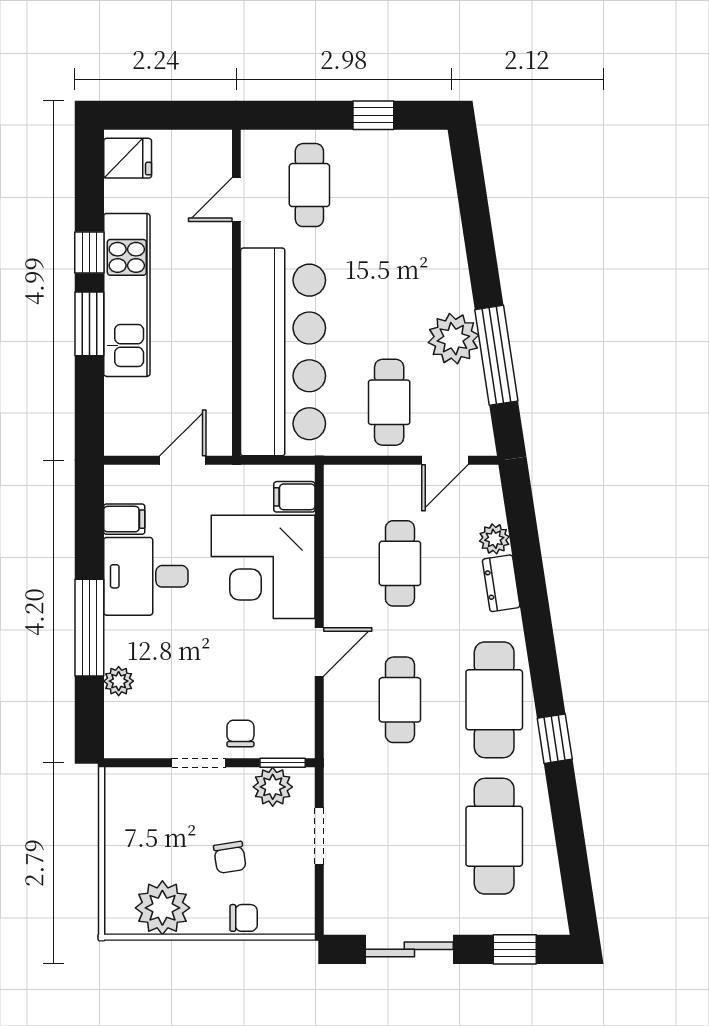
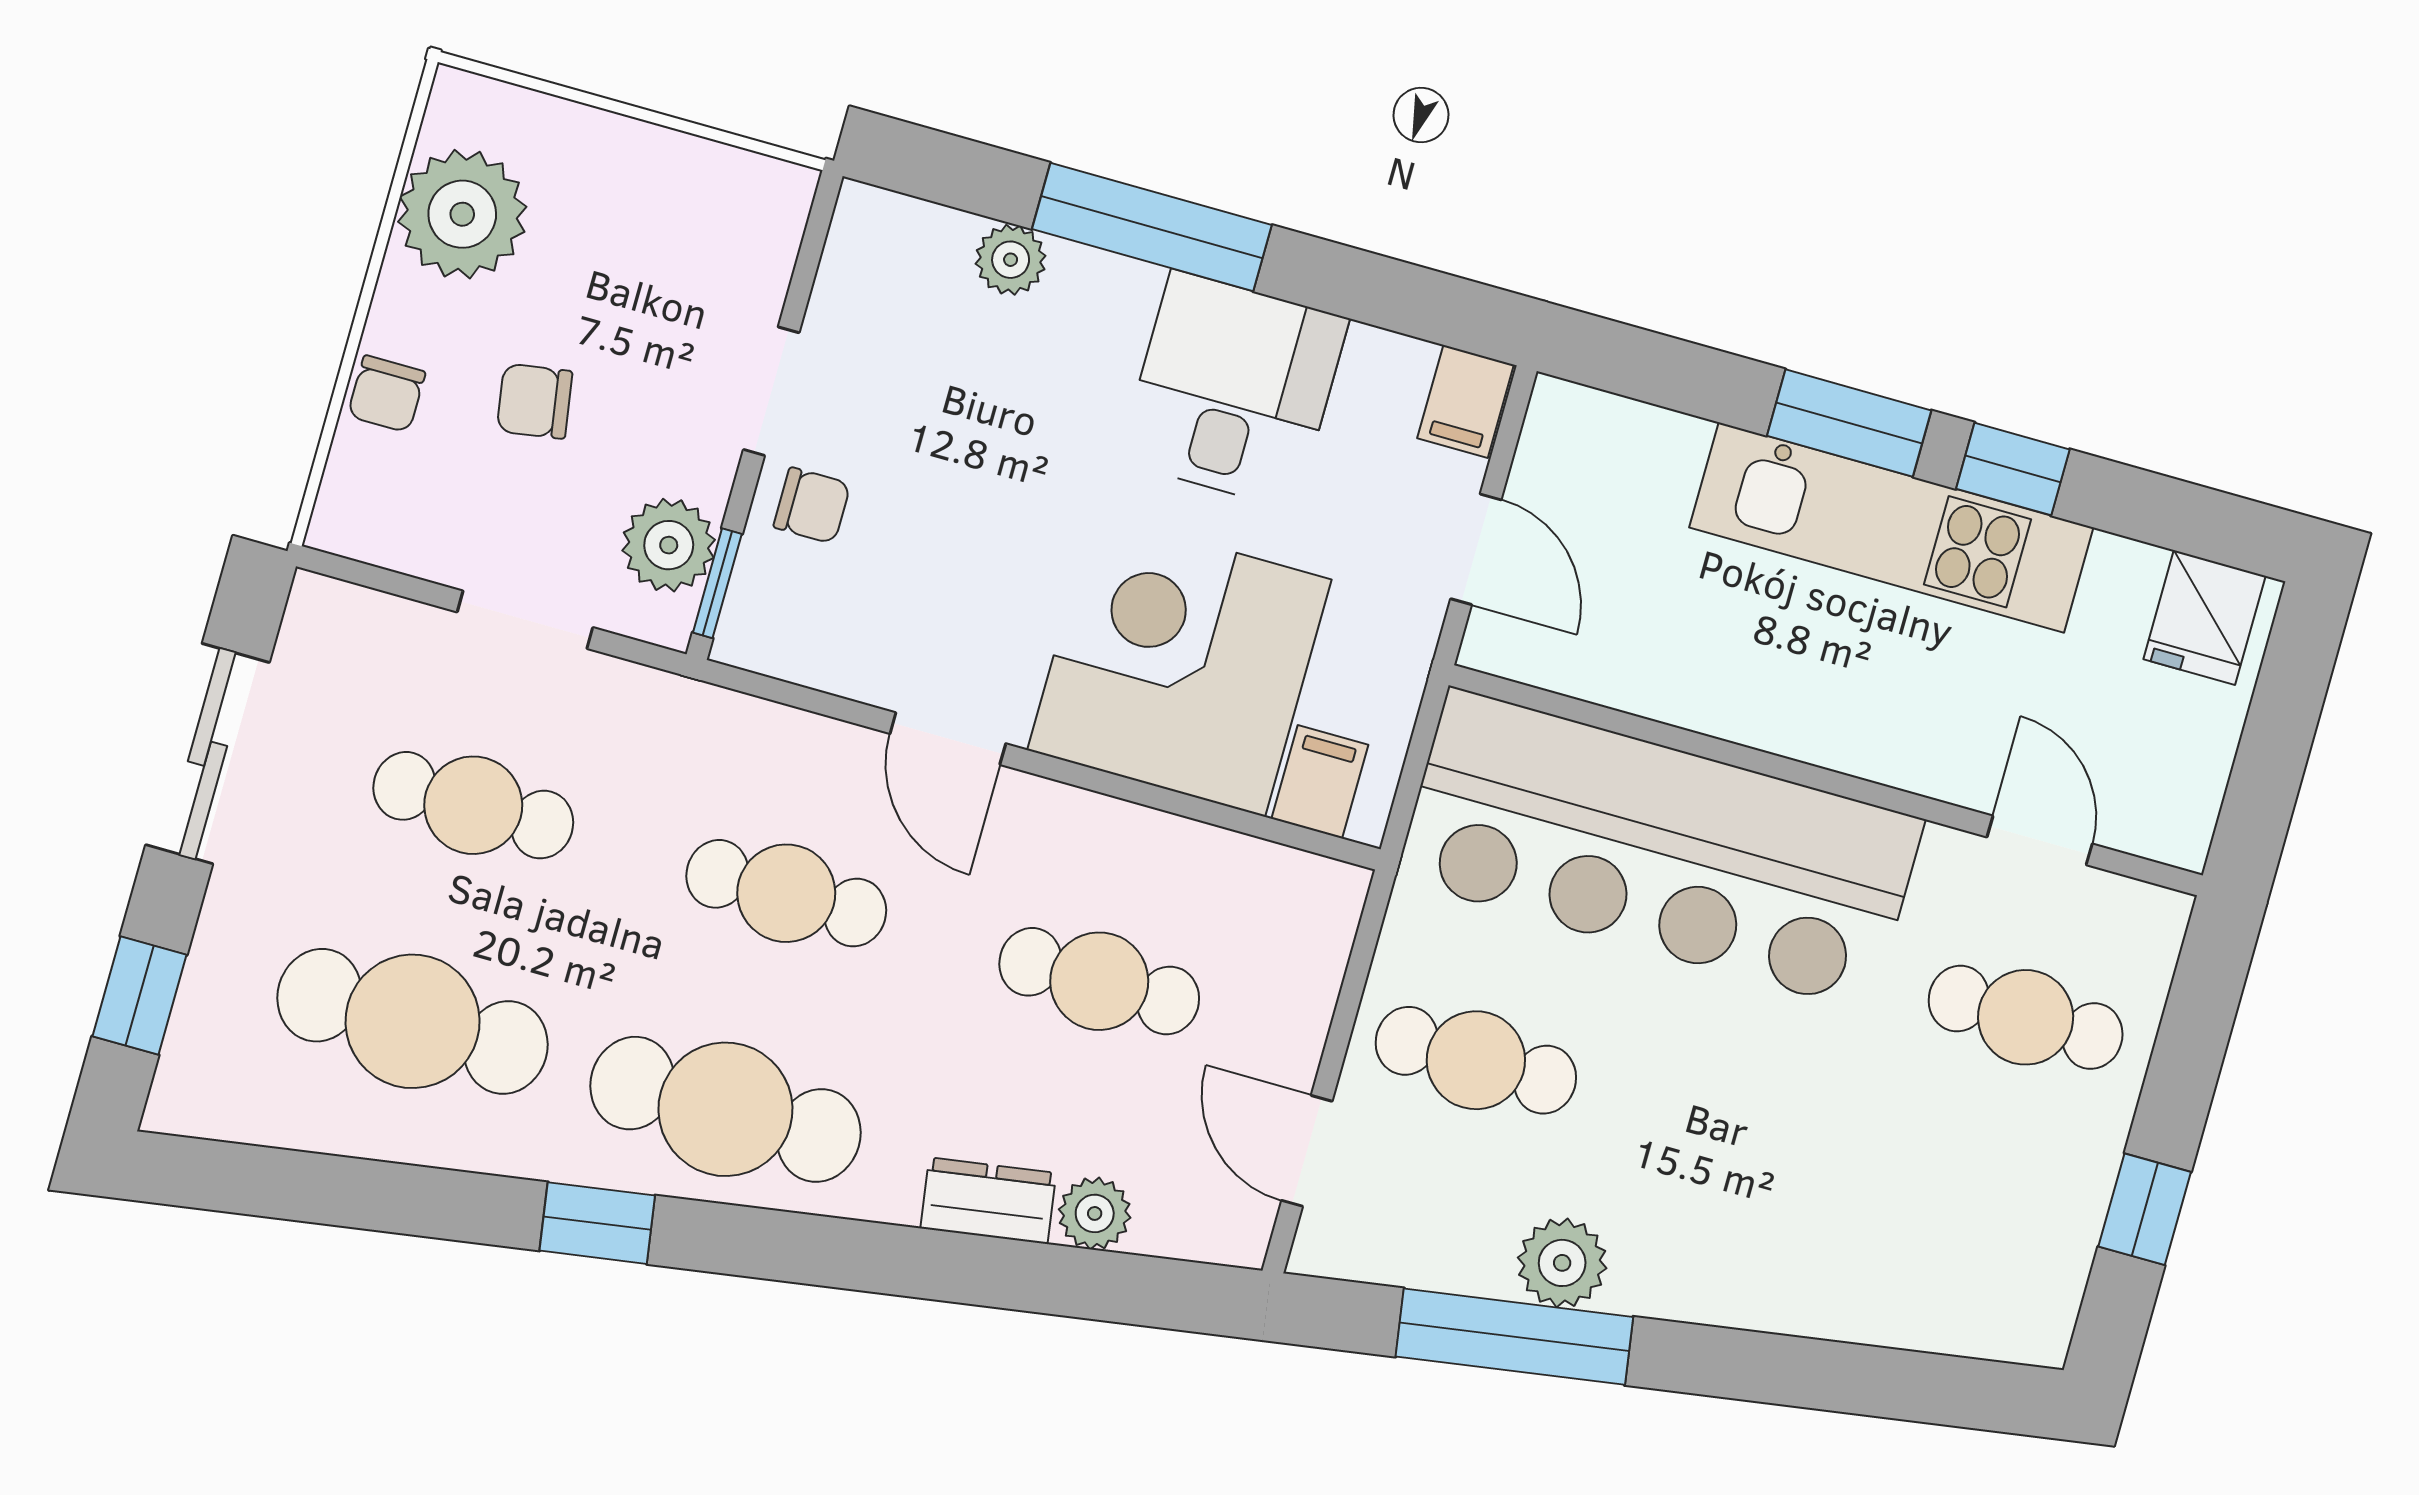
plant: (453, 339) -> (1562, 1263), width x0.73, depth x0.73
filing cabinet: (124, 519) -> (1466, 401), moved
cafe table: (400, 836) -> (473, 805), added

